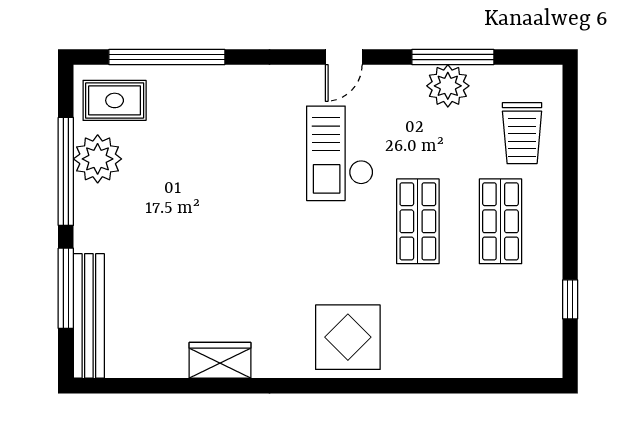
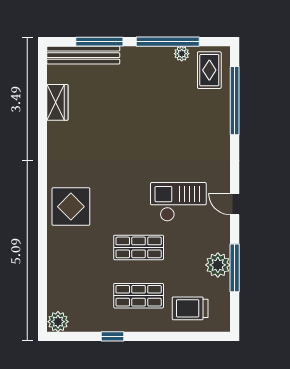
plant: (98, 159) -> (182, 54), width x0.53, depth x0.53
window: (570, 299) -> (112, 336), moved
plant: (545, 359) -> (58, 322), added
wardrobe: (220, 360) -> (57, 102), moved

